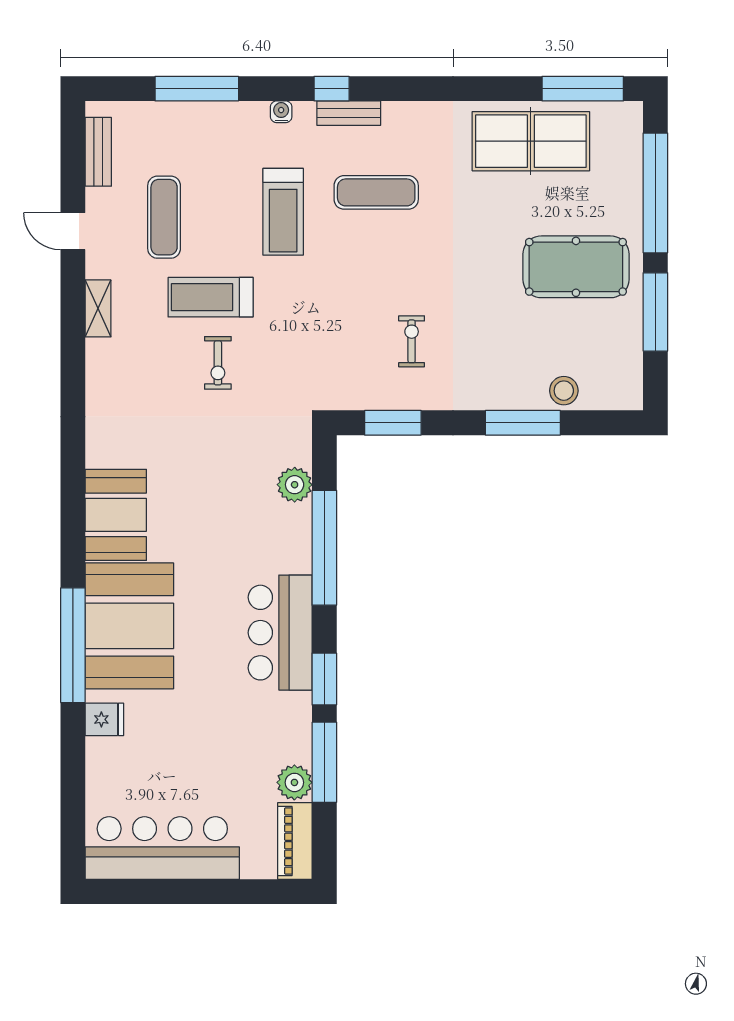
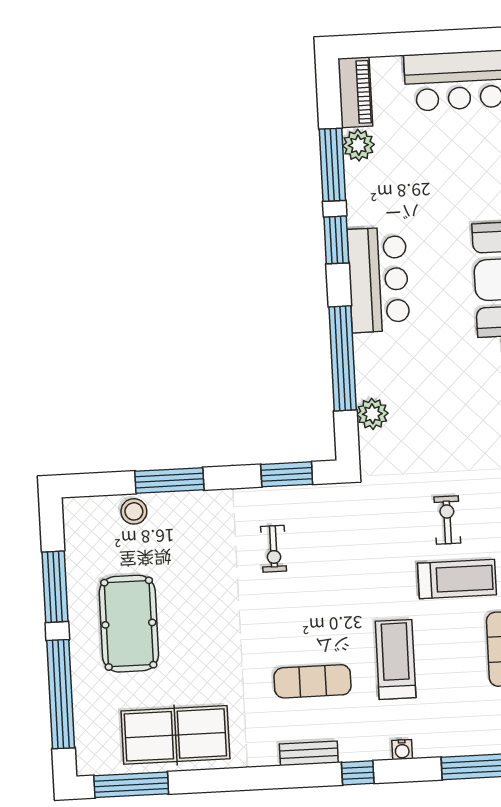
bench: (349, 113) -> (309, 753), moved
pool table: (576, 267) -> (129, 624), turned 90

